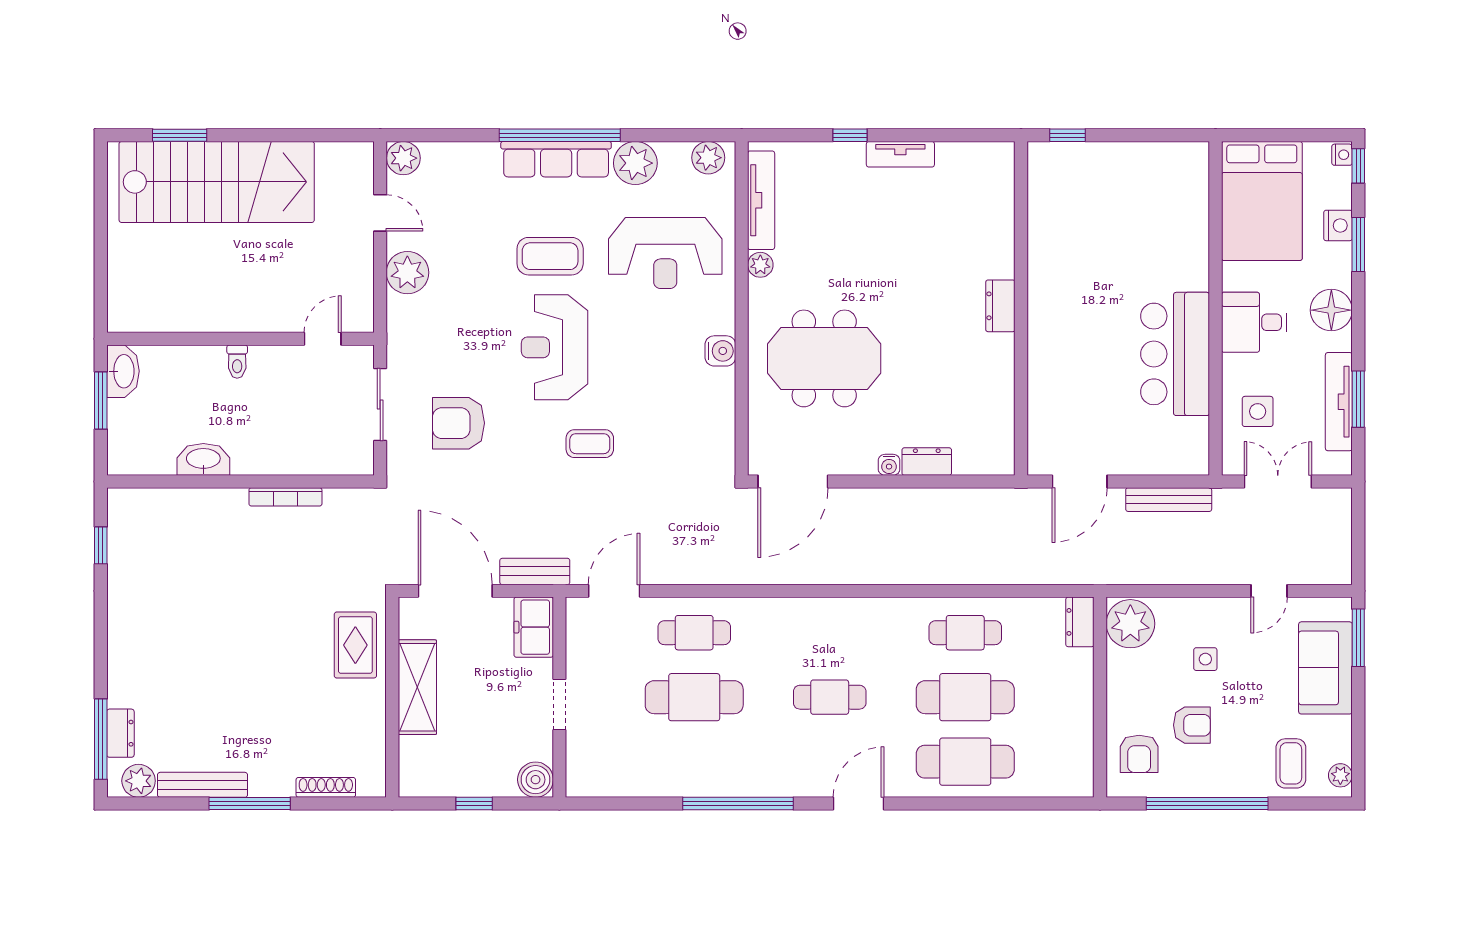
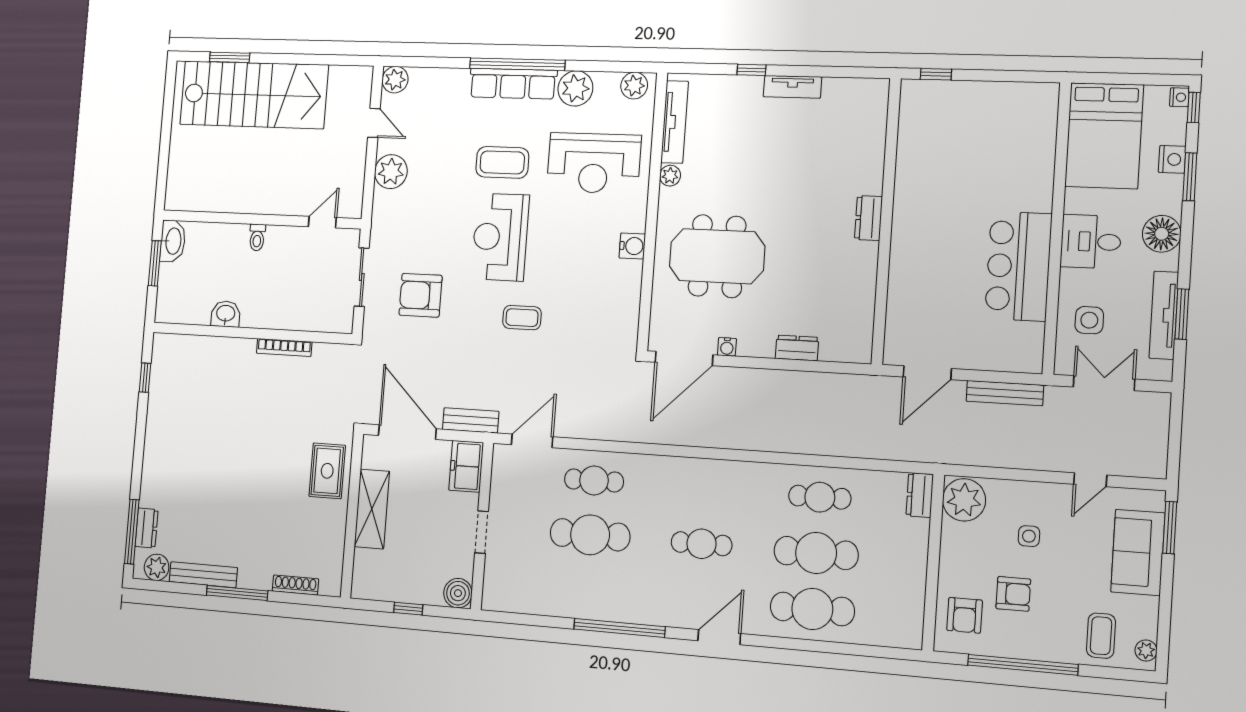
washbasin: (203, 459) -> (226, 314), width x0.72
water cooler: (889, 465) -> (727, 347), moved

